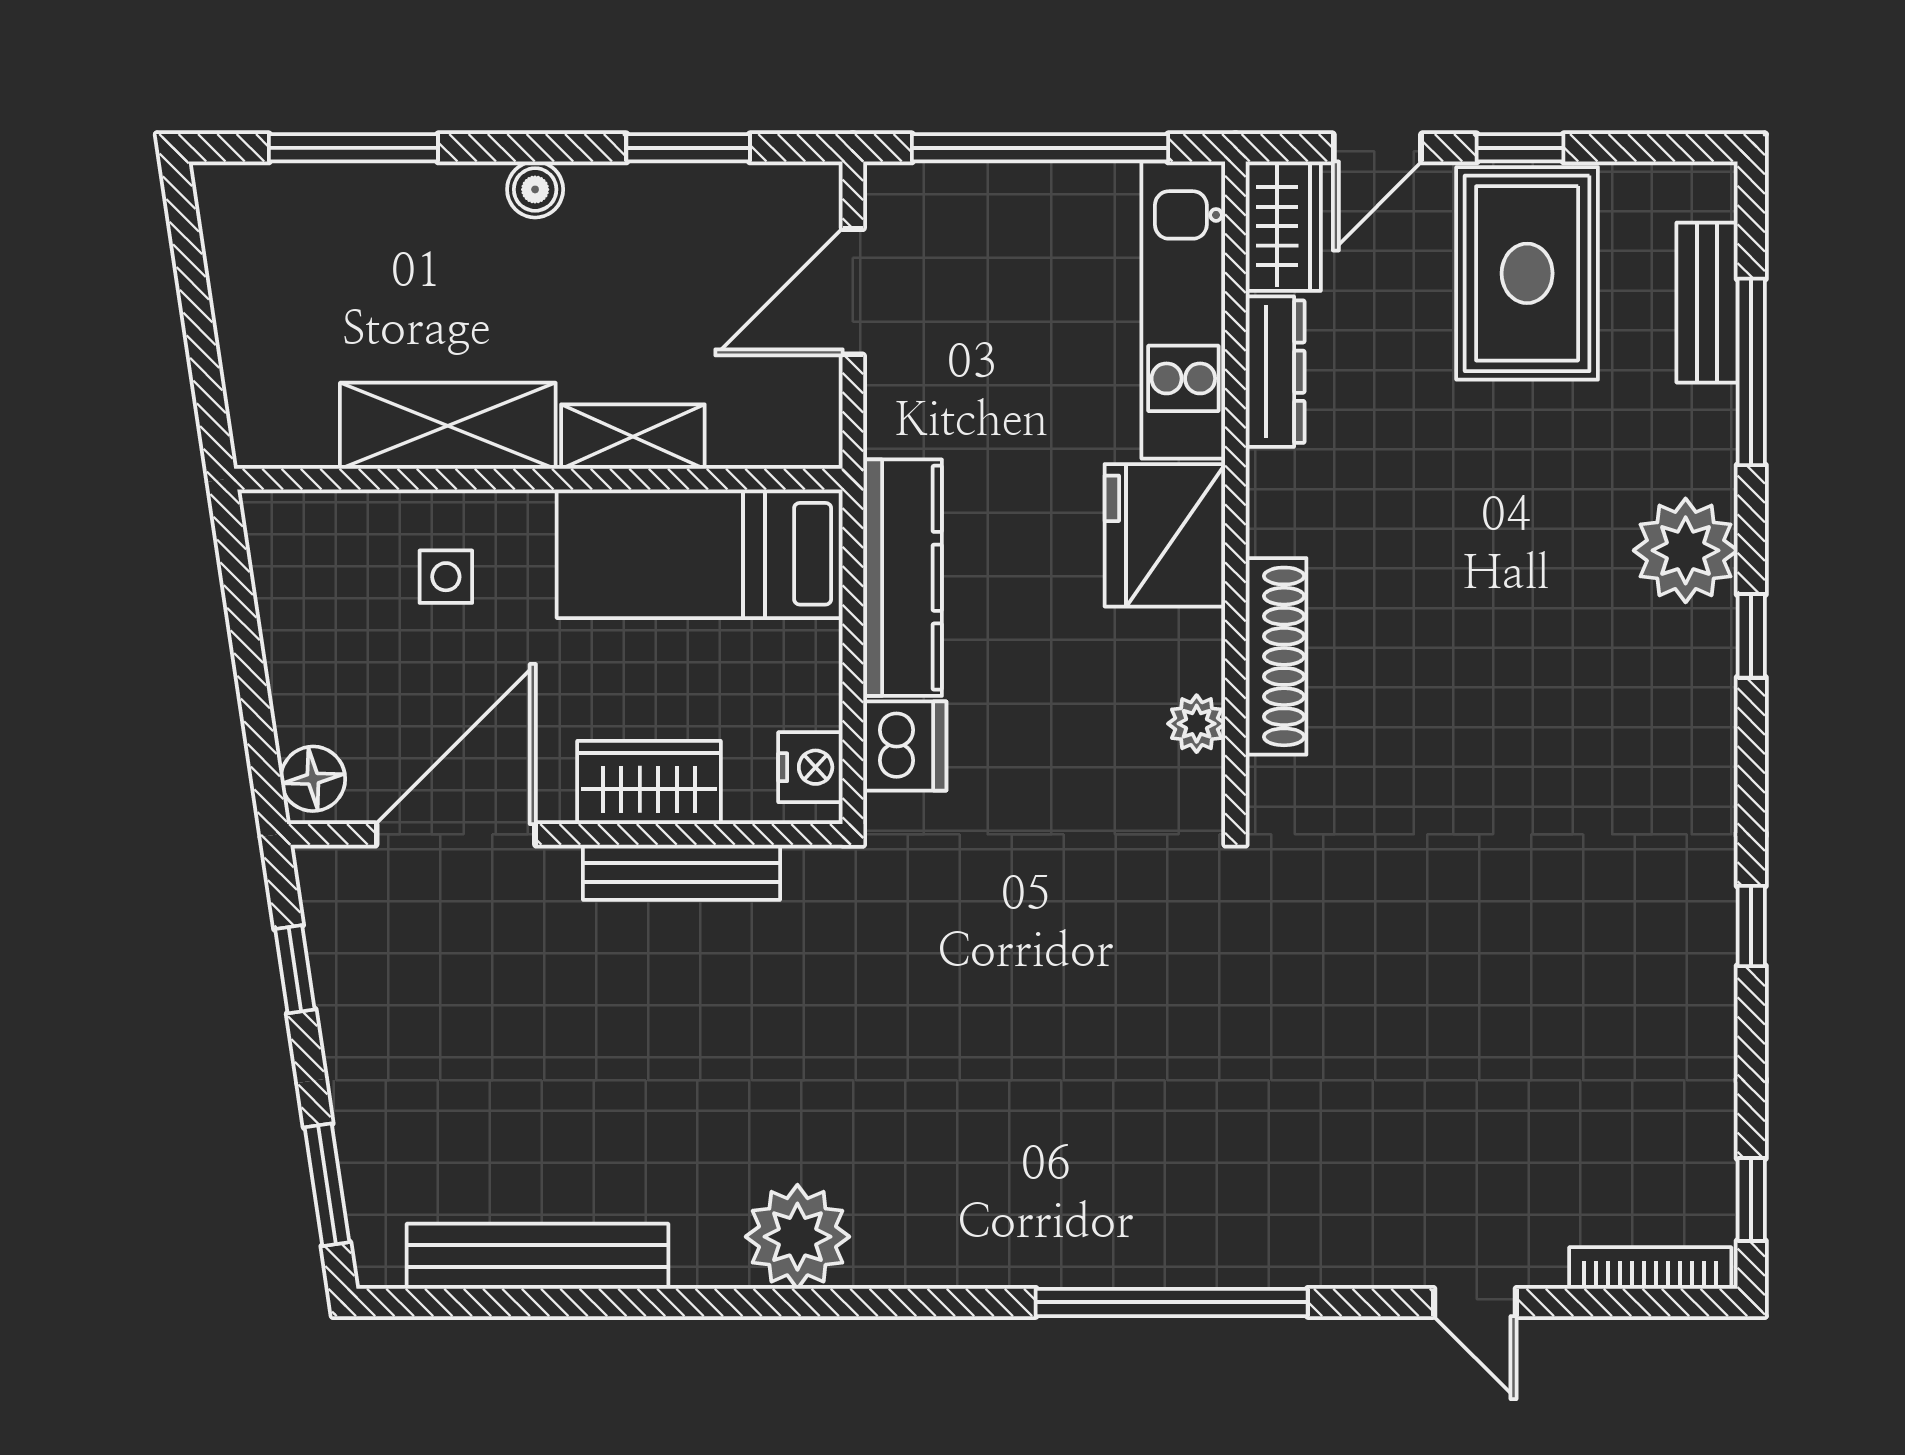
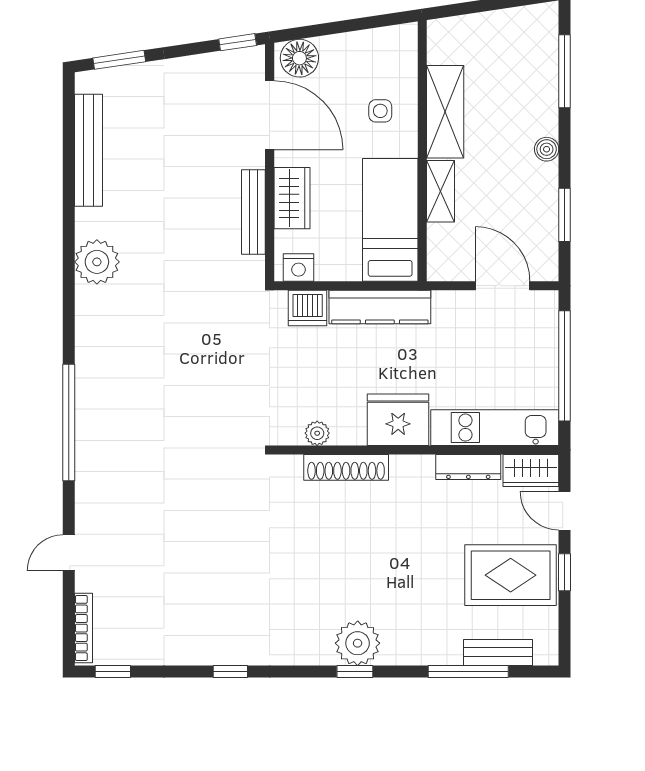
plant: (1686, 550) -> (358, 643), moved
floor lamp: (313, 779) -> (299, 58), width x1.38, depth x1.38
window: (295, 969) -> (238, 42), moved

